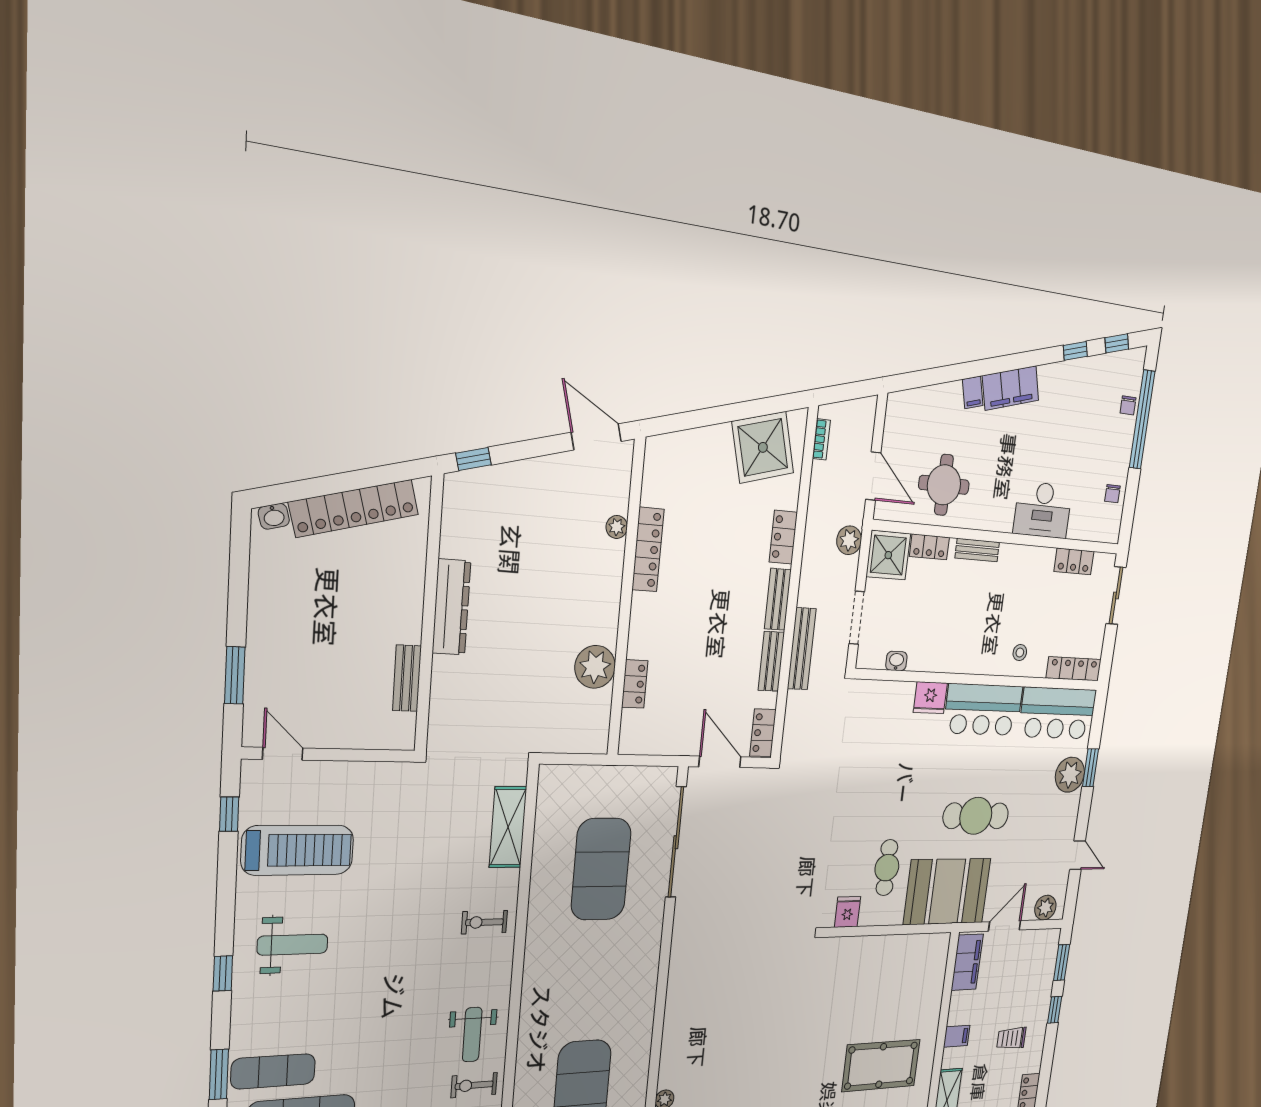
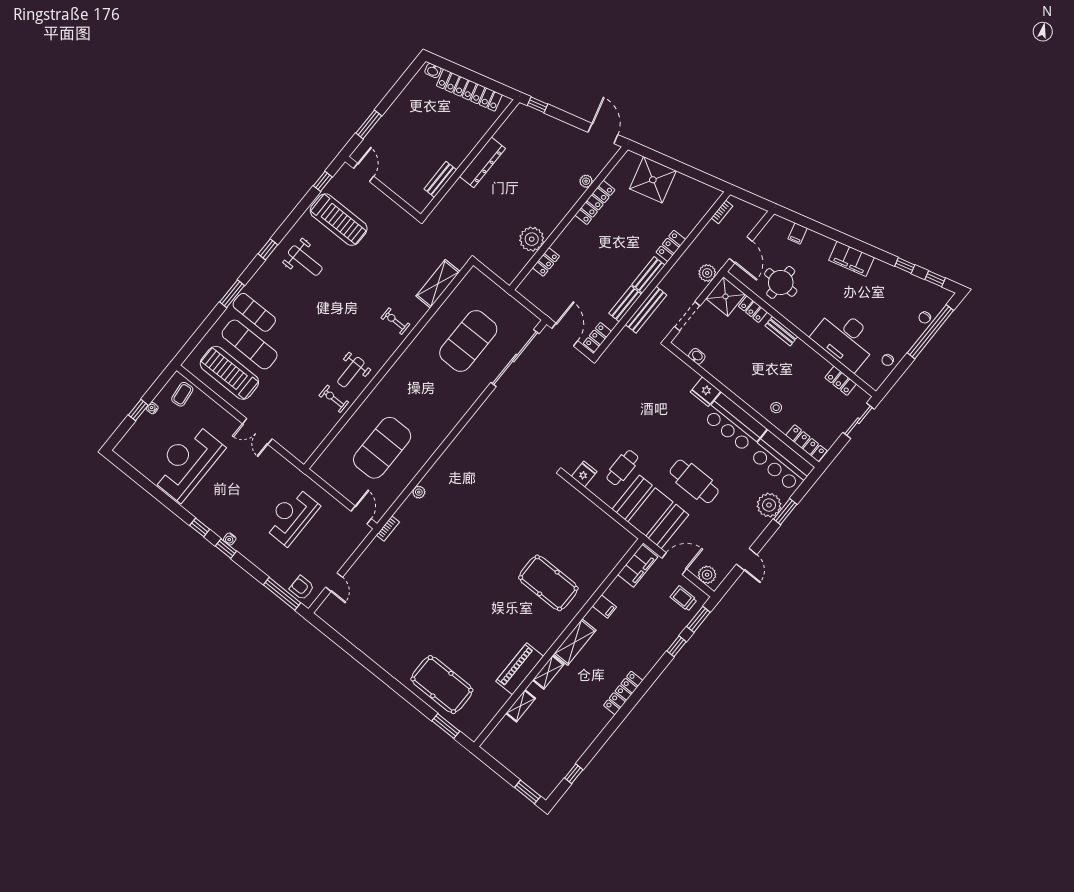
filing cabinet: (973, 392) -> (798, 233), moved
shower: (763, 447) -> (653, 180), moved
desk: (1043, 510) -> (845, 339), width x1.36, depth x1.30
trolley: (1011, 1038) -> (684, 598), moved

